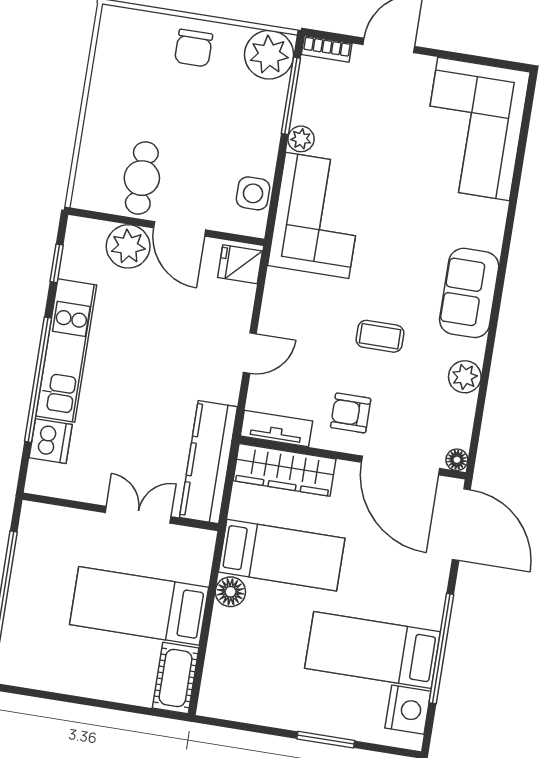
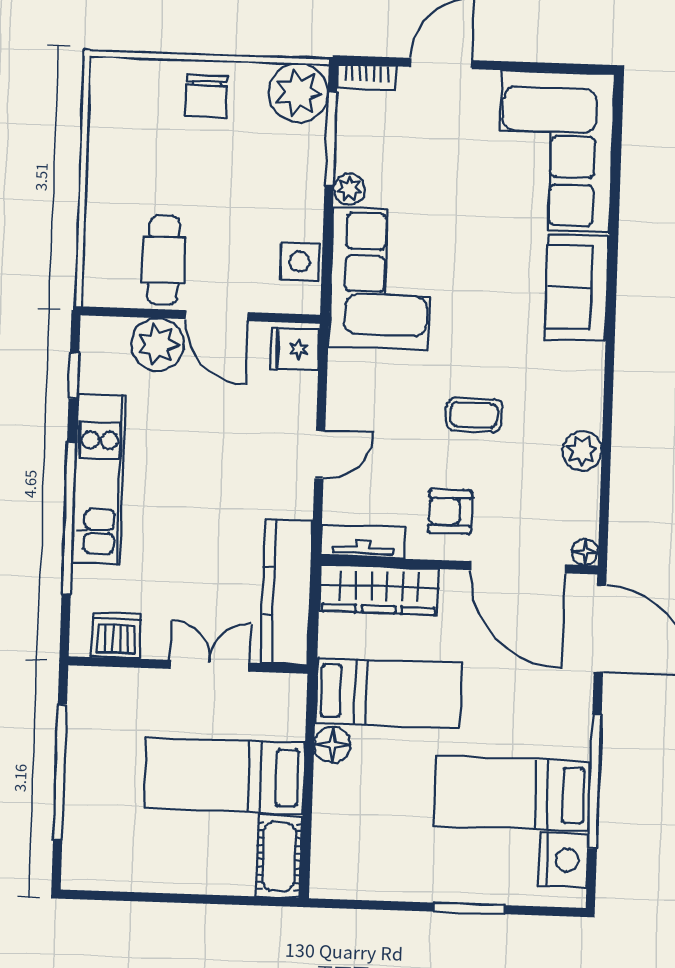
sofa: (469, 293) -> (577, 287), moved
dishwasher: (51, 441) -> (116, 635), moved, turned -90

